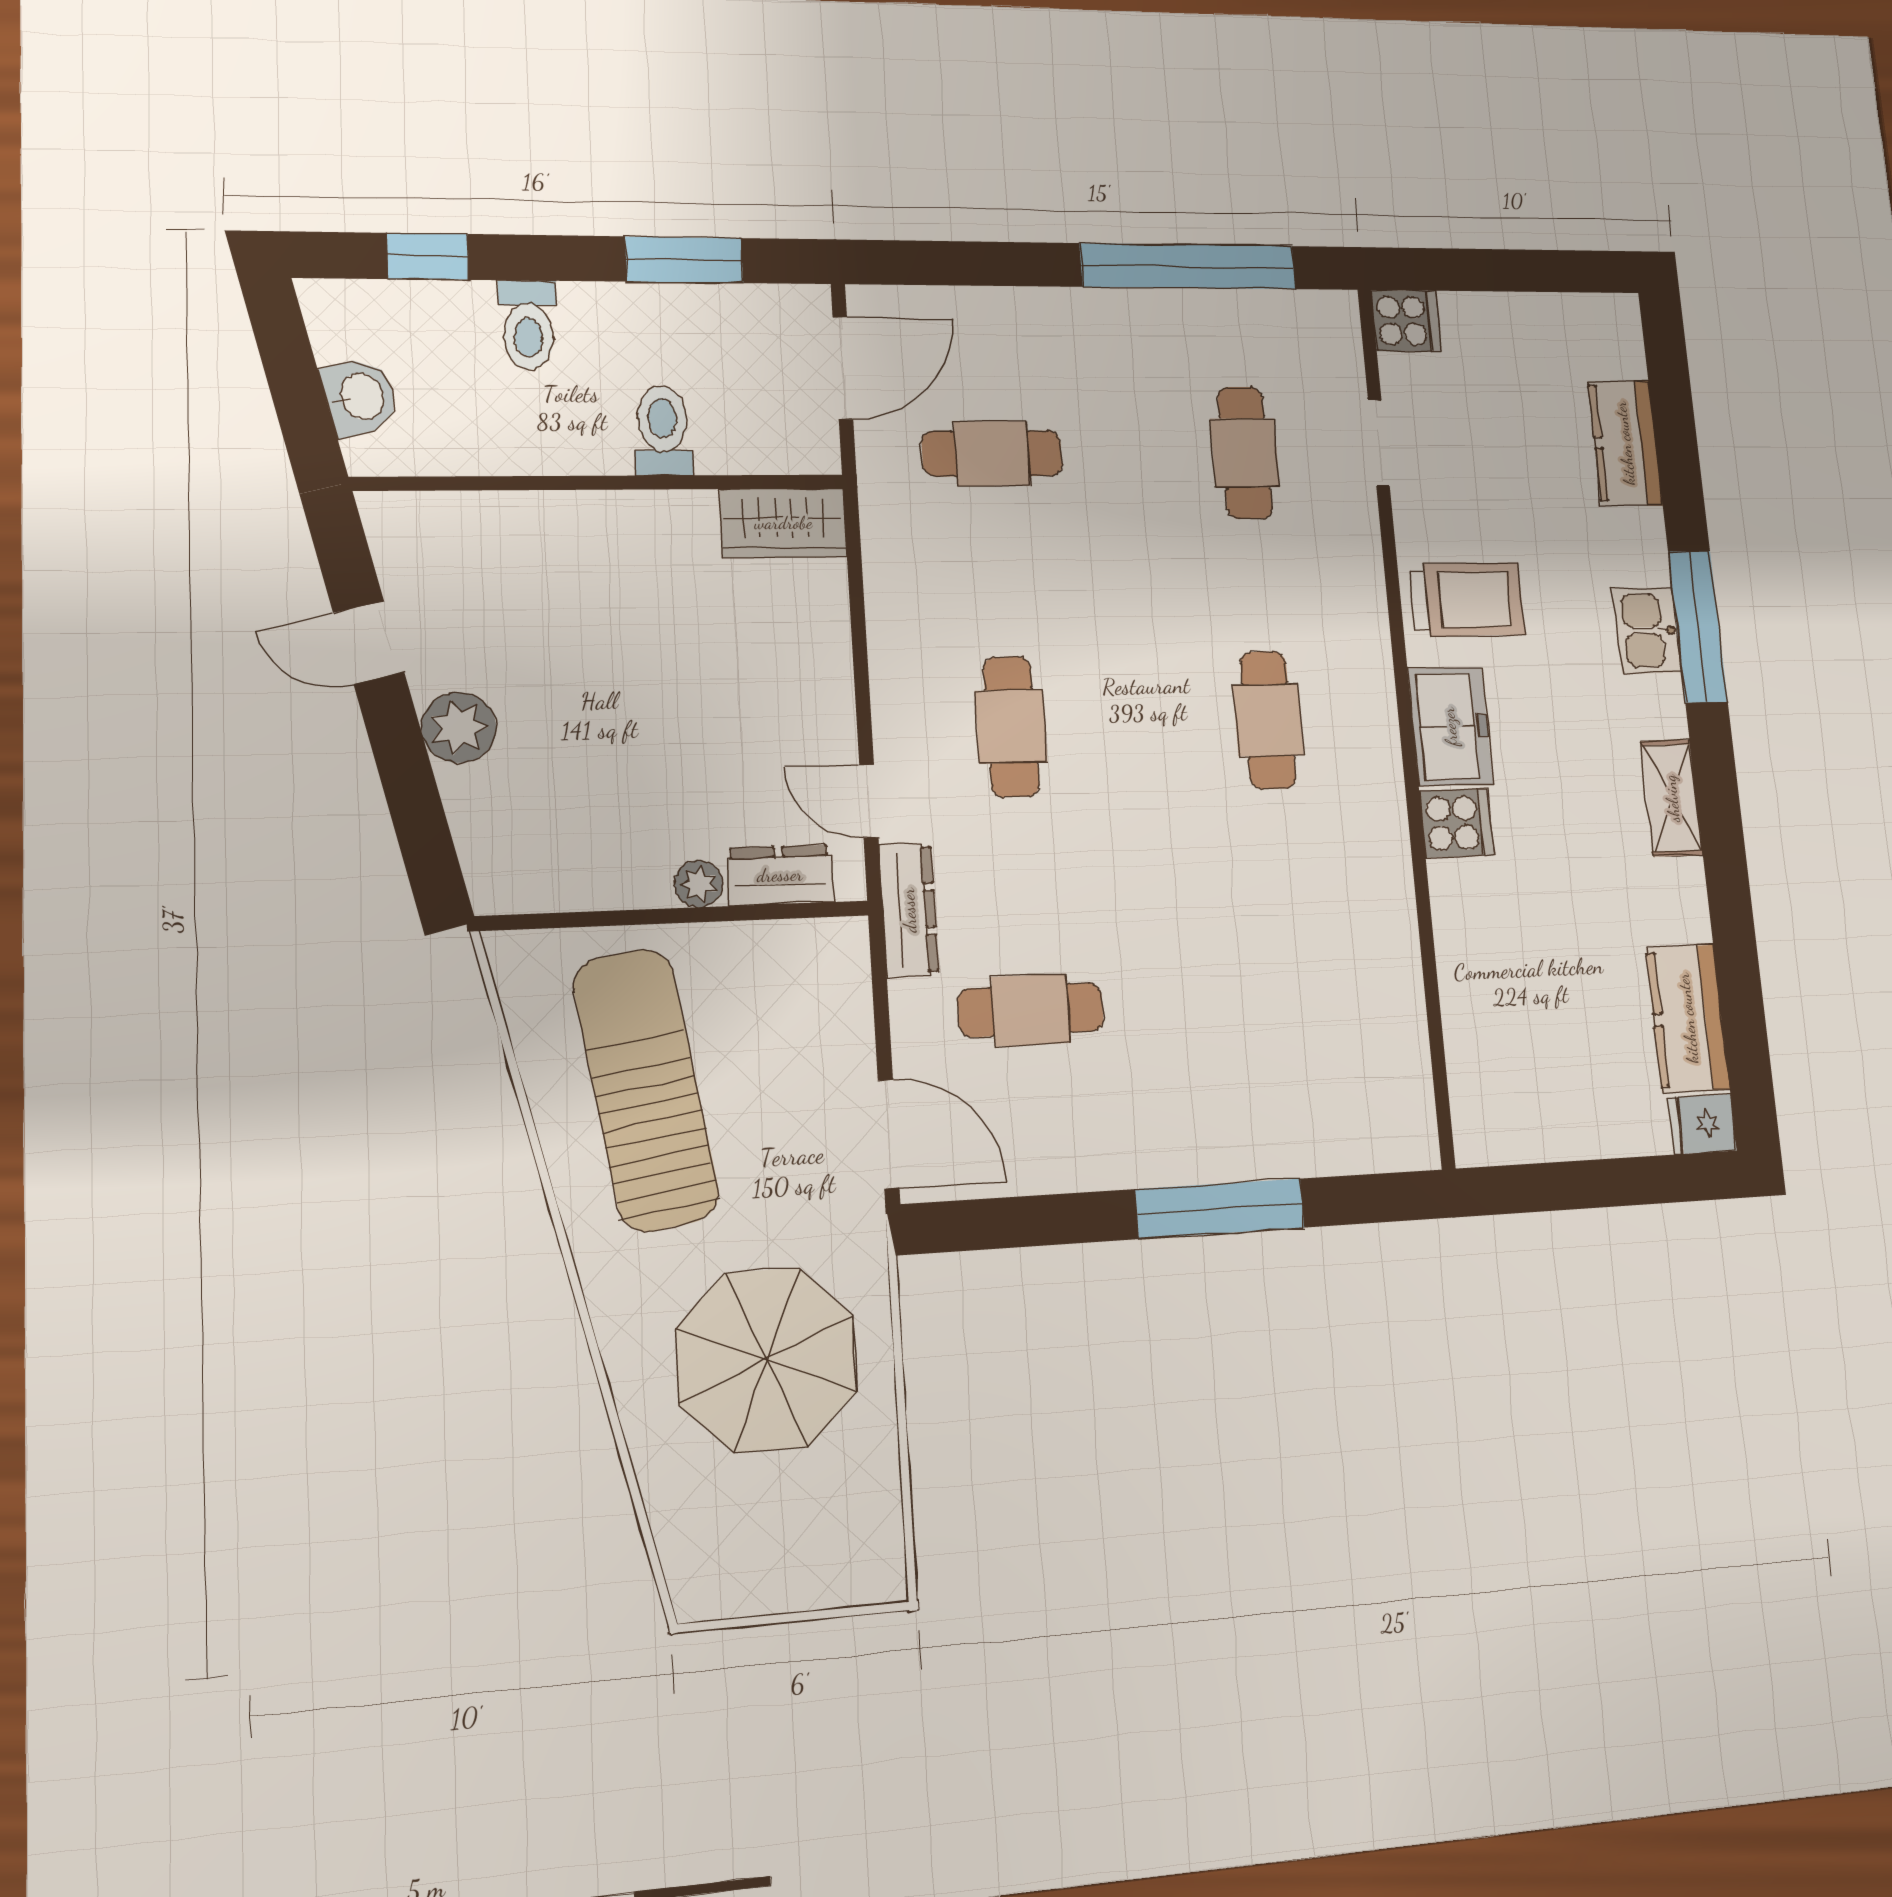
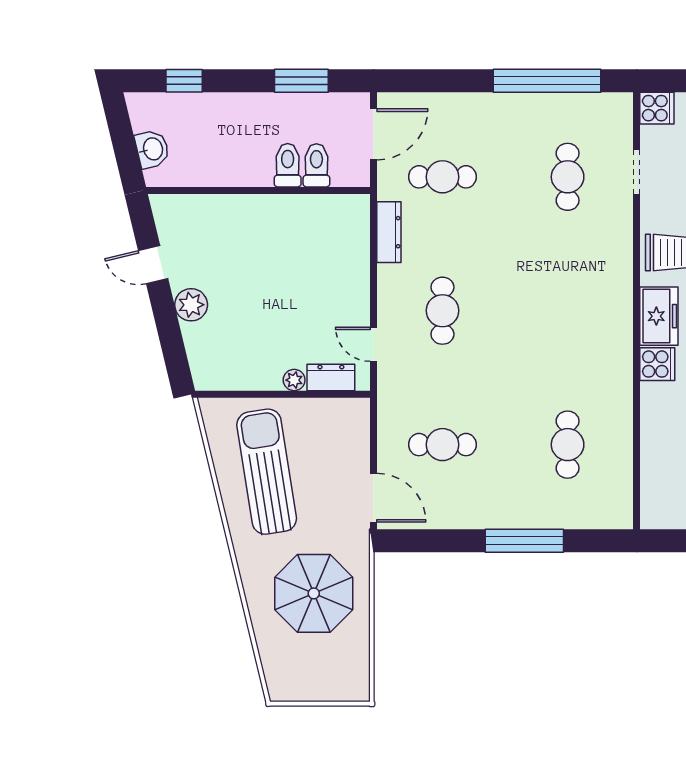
toilet: (528, 325) -> (316, 165), moved, turned 180
wardrobe: (783, 523) -> (341, 211), removed
cafe table: (1268, 720) -> (568, 445), moved
dresser: (909, 910) -> (389, 232), moved

